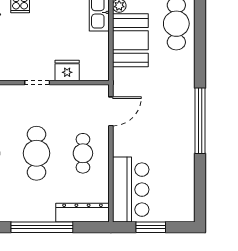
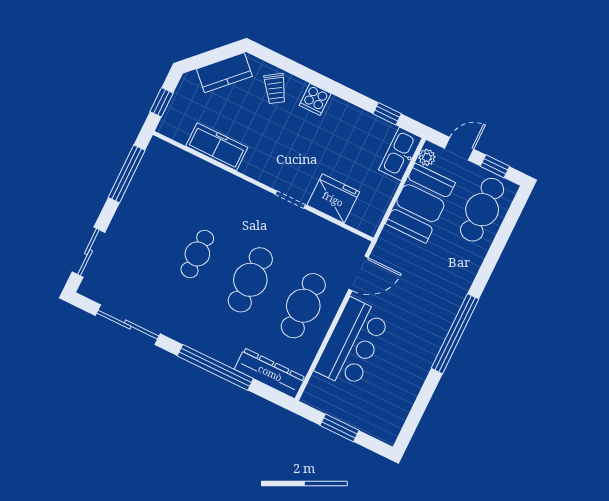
fridge: (67, 71) -> (333, 199), width x1.36, depth x1.34
cafe table: (83, 153) -> (303, 306), width x1.37, depth x1.35
bar counter: (131, 190) -> (352, 343), moved

